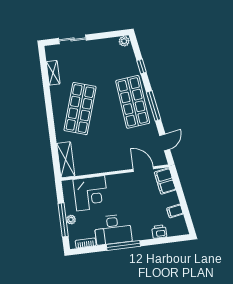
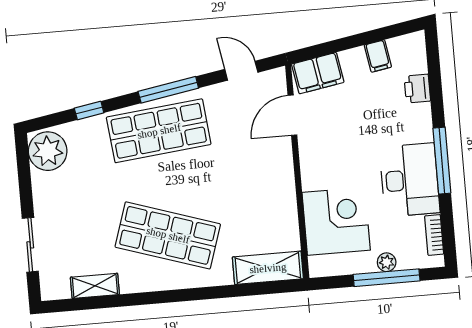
plant: (124, 41) -> (48, 151), width x1.88, depth x1.88

